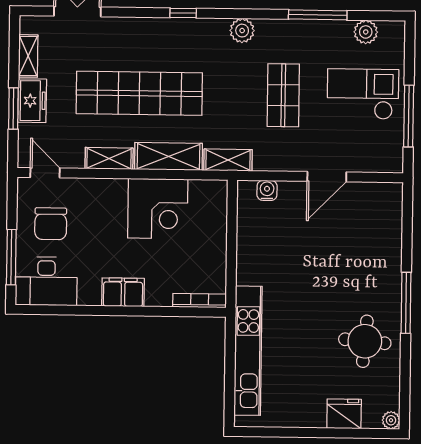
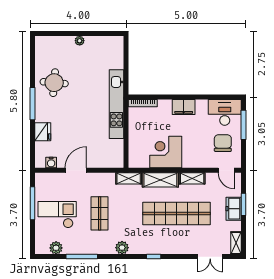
shelving: (28, 56) -> (236, 243), moved
checkout: (363, 94) -> (57, 215), turned 180
water cooler: (267, 190) -> (51, 163), moved
kitchen unit: (248, 351) -> (116, 104), moved
fridge: (344, 414) -> (43, 132), moved, turned -90
plant: (391, 420) -> (80, 41), moved

